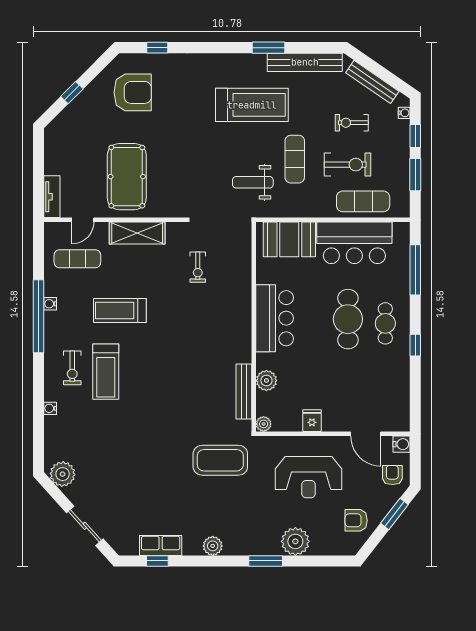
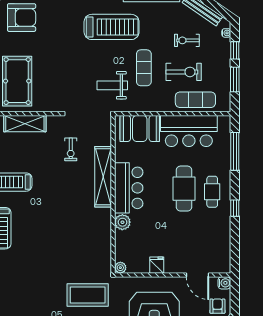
shelving: (241, 304) -> (103, 177), added
plant: (266, 381) -> (122, 222), moved
bench: (244, 391) -> (105, 243), removed

